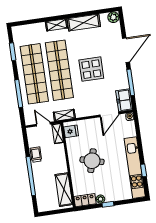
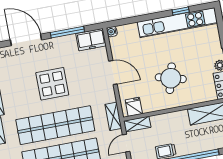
door: (109, 115) -> (113, 73), moved

